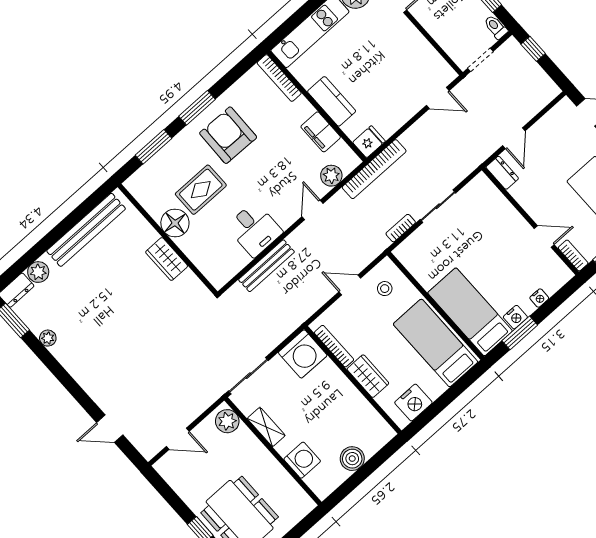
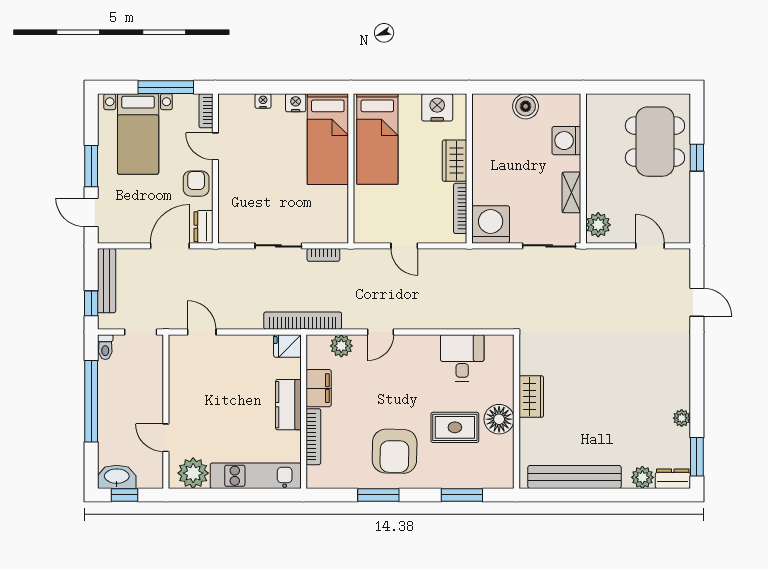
bookcase: (279, 78) -> (313, 437), moved
window: (197, 108) -> (378, 495), moved
door: (514, 138) -> (170, 246), width x1.38
armchair: (534, 198) -> (196, 184), added
desk: (254, 229) -> (462, 358), moved
bench: (266, 266) -> (107, 281), moved, turned 90
stool: (385, 289) -> (379, 218), removed
window: (520, 333) -> (303, 87), removed

